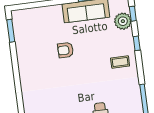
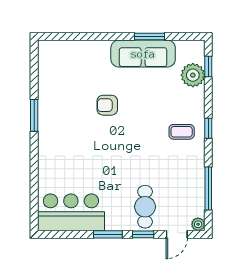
window: (11, 31) -> (34, 115), moved
window: (137, 43) -> (208, 128), moved

